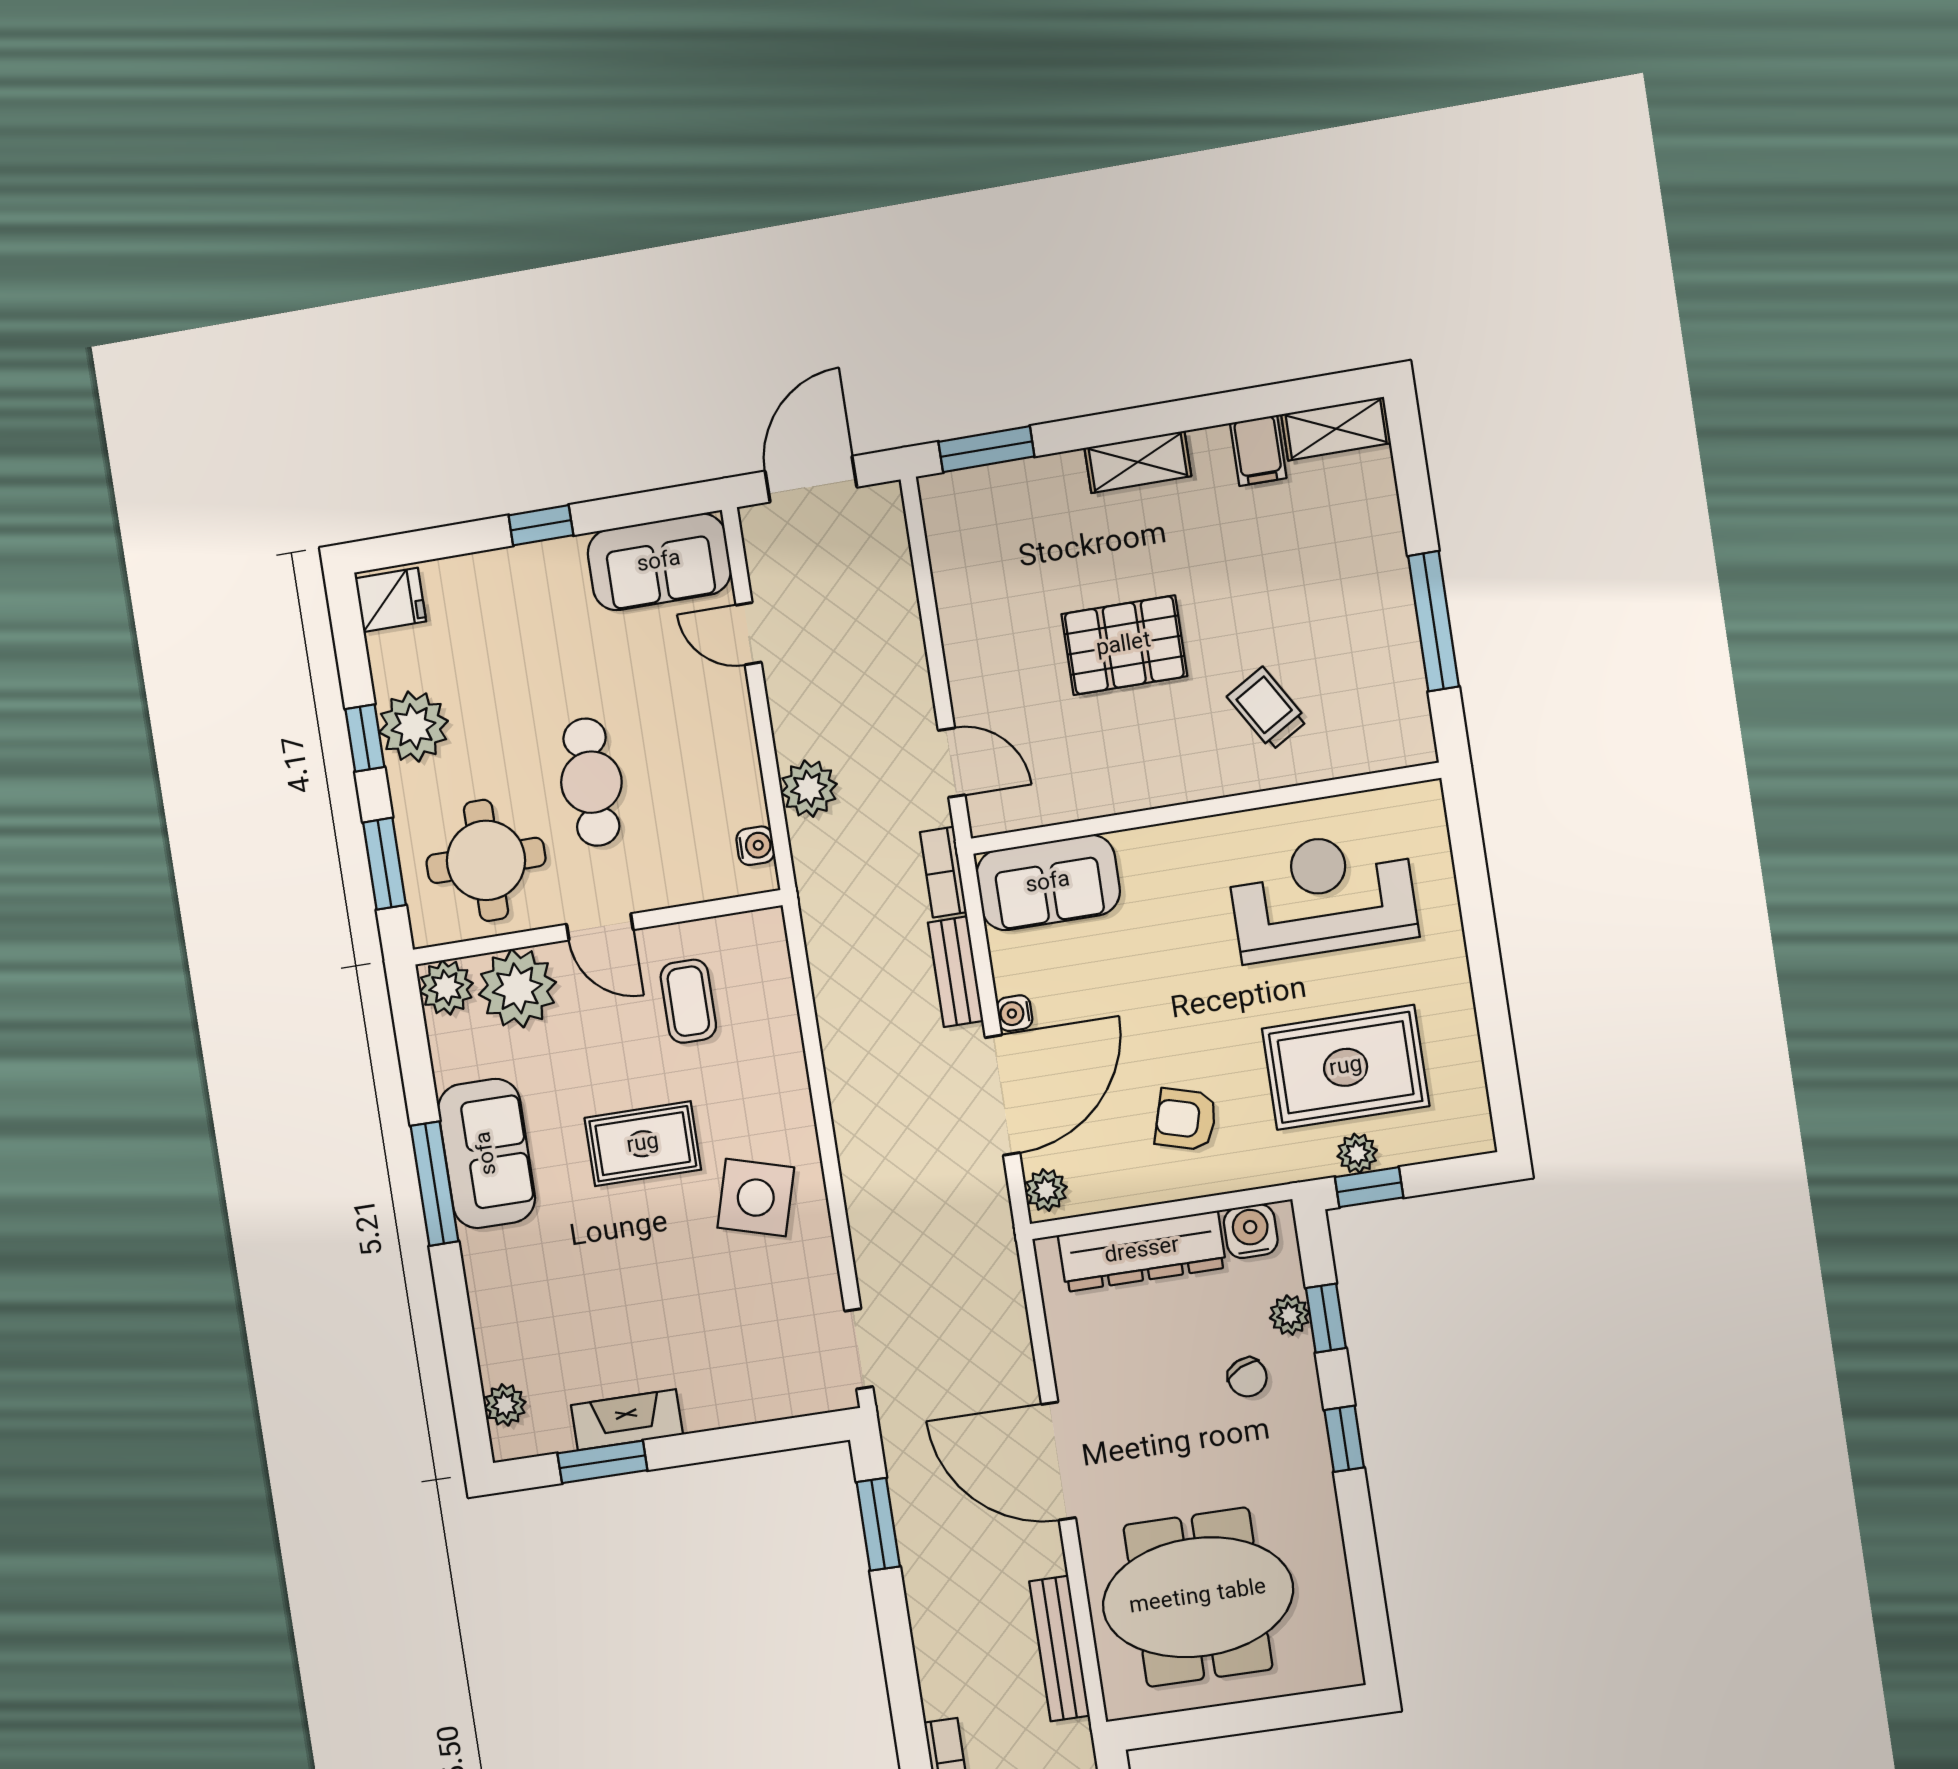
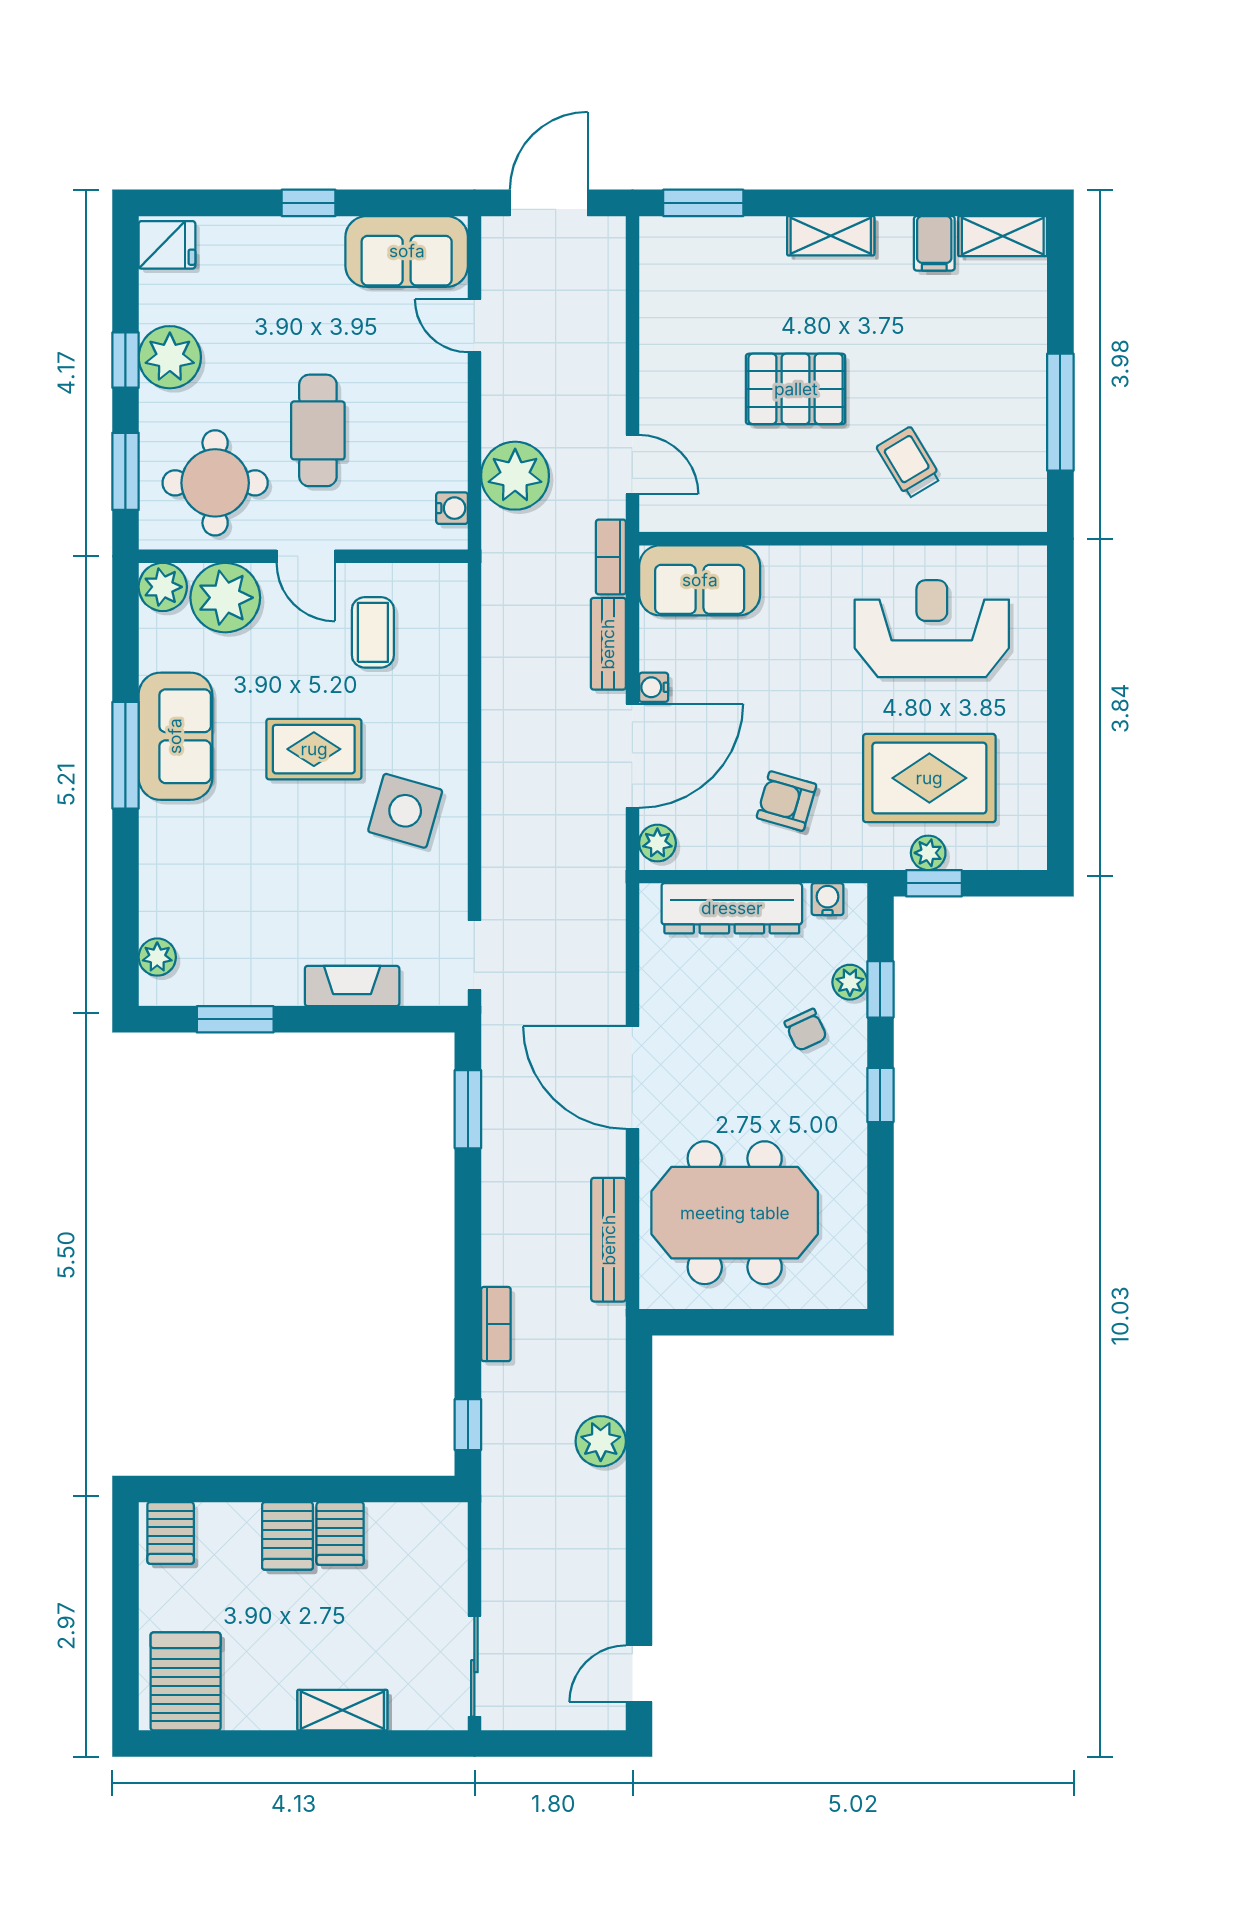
plant: (809, 789) -> (515, 476), width x1.36, depth x1.36
water cooler: (1251, 1231) -> (828, 899), width x0.72, depth x0.72
fireplace: (627, 1420) -> (352, 986), moved

